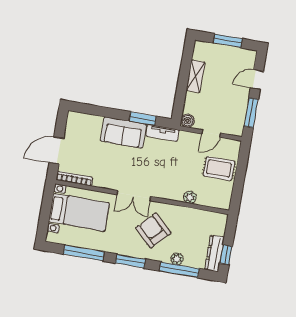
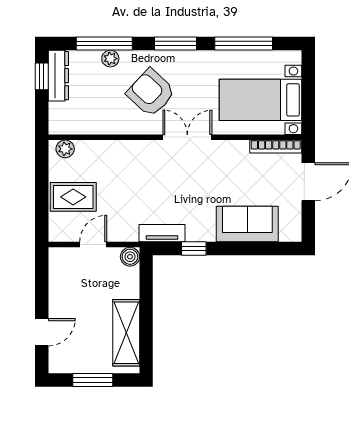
shelving: (196, 76) -> (126, 333), width x1.50, depth x1.33
window: (251, 113) -> (42, 284), removed
window: (143, 119) -> (194, 249), width x0.67
sofa: (123, 132) -> (247, 224), moved
plant: (190, 197) -> (65, 149), moved
armchair: (153, 230) -> (151, 93), turned 180

